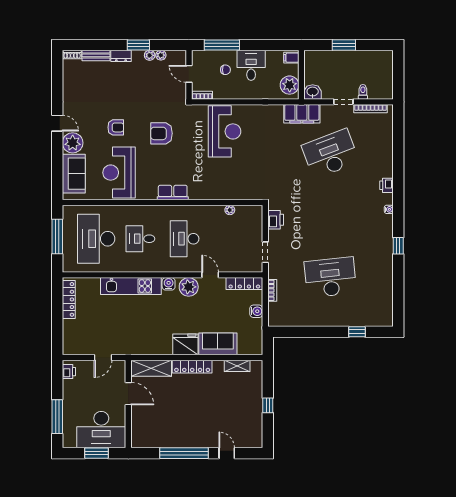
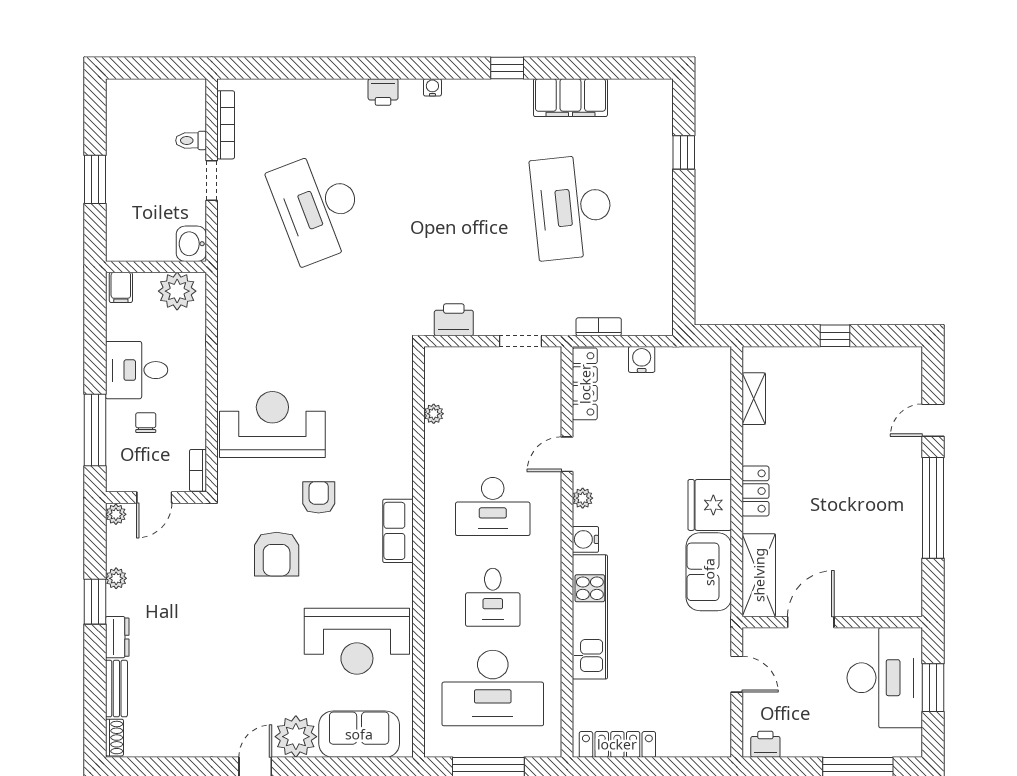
plant: (161, 55) -> (116, 514), moved
filing cabinet: (302, 114) -> (570, 98), moved, turned 90
armchair: (116, 127) -> (319, 497), moved
plant: (189, 287) -> (583, 498), width x0.53, depth x0.53
sofa: (218, 344) -> (709, 572), moved
locker: (192, 367) -> (755, 491), width x0.66

